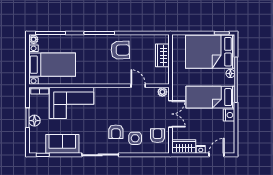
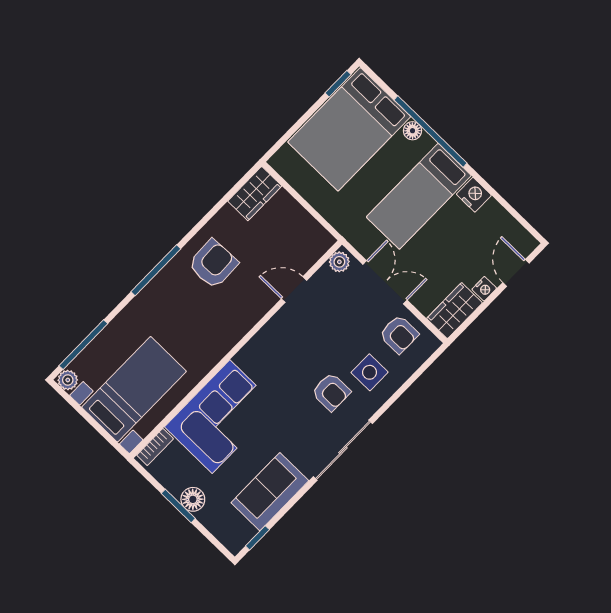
wardrobe: (162, 55) -> (255, 194), moved, turned -90
armchair: (158, 136) -> (399, 334), turned 180

